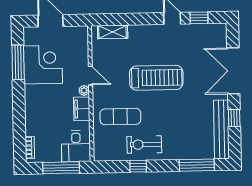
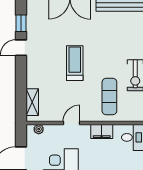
treadmill: (156, 78) -> (75, 63), width x0.73, depth x0.73
plant: (84, 90) -> (39, 129), moved

